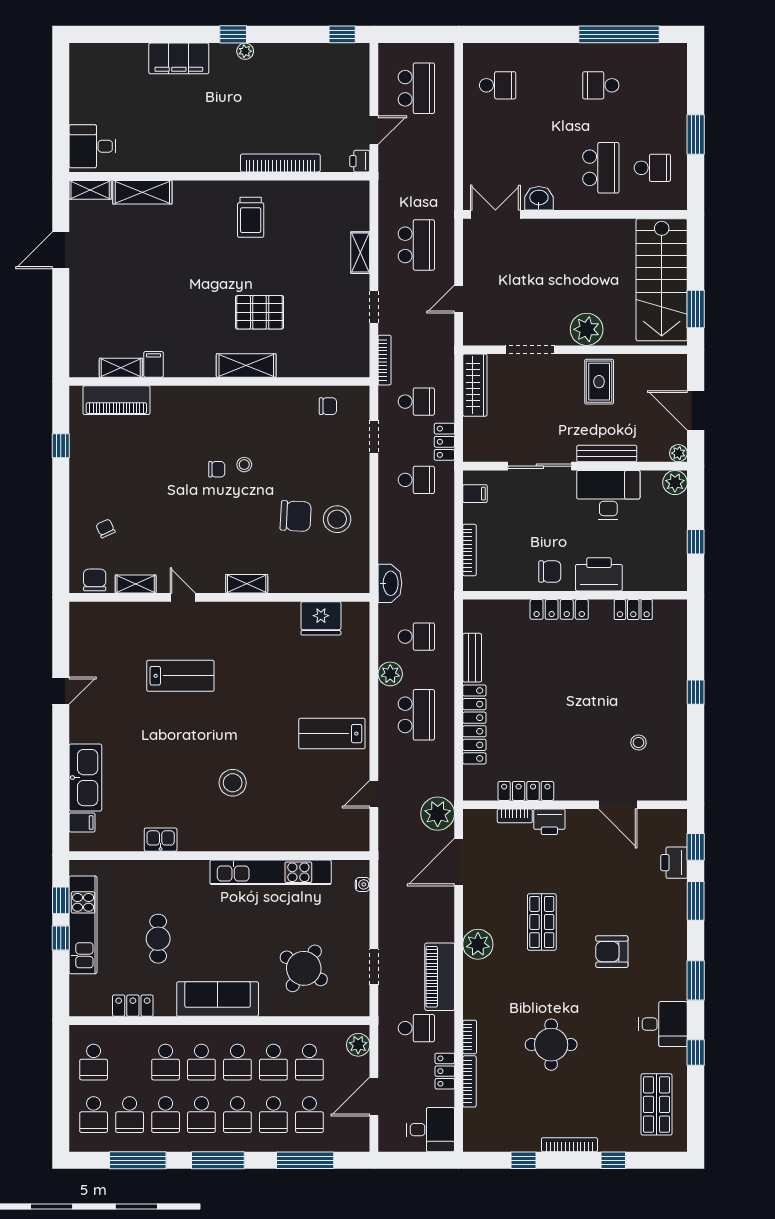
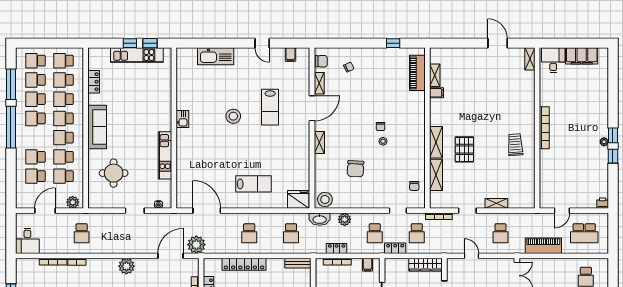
window: (342, 34) -> (613, 156), moved
filing cabinet: (179, 58) -> (582, 56), moved, turned -90
door: (374, 130) -> (562, 211), hinge flipped
printer: (360, 161) -> (603, 203), moved
bookcase: (280, 163) -> (544, 128), moved
shelving: (142, 192) -> (436, 175), moved
trolley: (251, 217) -> (515, 145), turned 86
school desk: (416, 245) -> (500, 233), width x0.54
stool: (337, 519) -> (325, 199), moved
door: (183, 597) -> (312, 108), width x1.87
fridge: (321, 618) -> (298, 199), moved, turned 90
bench: (472, 658) -> (298, 263), moved
plant: (390, 674) -> (345, 219), moved
school desk: (416, 715) -> (249, 233), width x0.54
lab bench: (332, 734) -> (254, 184), moved, turned 90
stool: (233, 783) -> (233, 116), moved
door: (374, 794) -> (207, 211), width x1.88
filing cabinet: (82, 823) -> (290, 55), moved
kitchen sink: (161, 840) -> (182, 119), moved
door: (459, 862) -> (170, 256), hinge flipped
kitchen unit: (271, 872) -> (165, 155), width x0.73
cafe table: (158, 939) -> (129, 95), removed
doorway: (374, 967) -> (135, 211), moved
round table: (304, 968) -> (114, 173), turned -33
piano: (440, 977) -> (543, 246), moved
locker: (445, 1071) -> (337, 248), moved
door: (374, 1097) -> (45, 211), hinge flipped
school desk: (237, 1115) -> (64, 80), moved
window: (218, 1160) -> (11, 127), width x1.46
window: (305, 1160) -> (11, 174), removed

